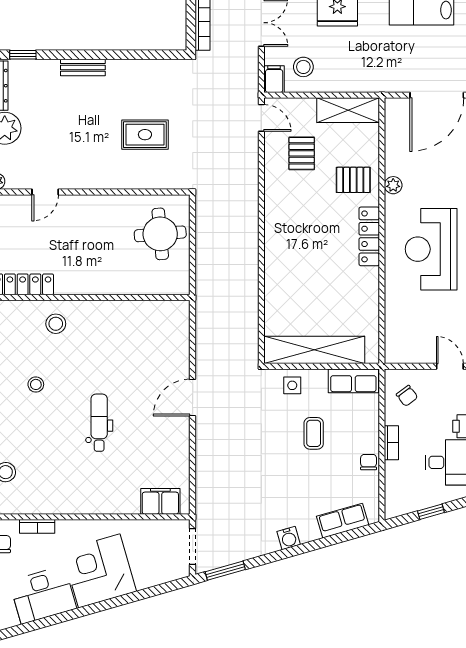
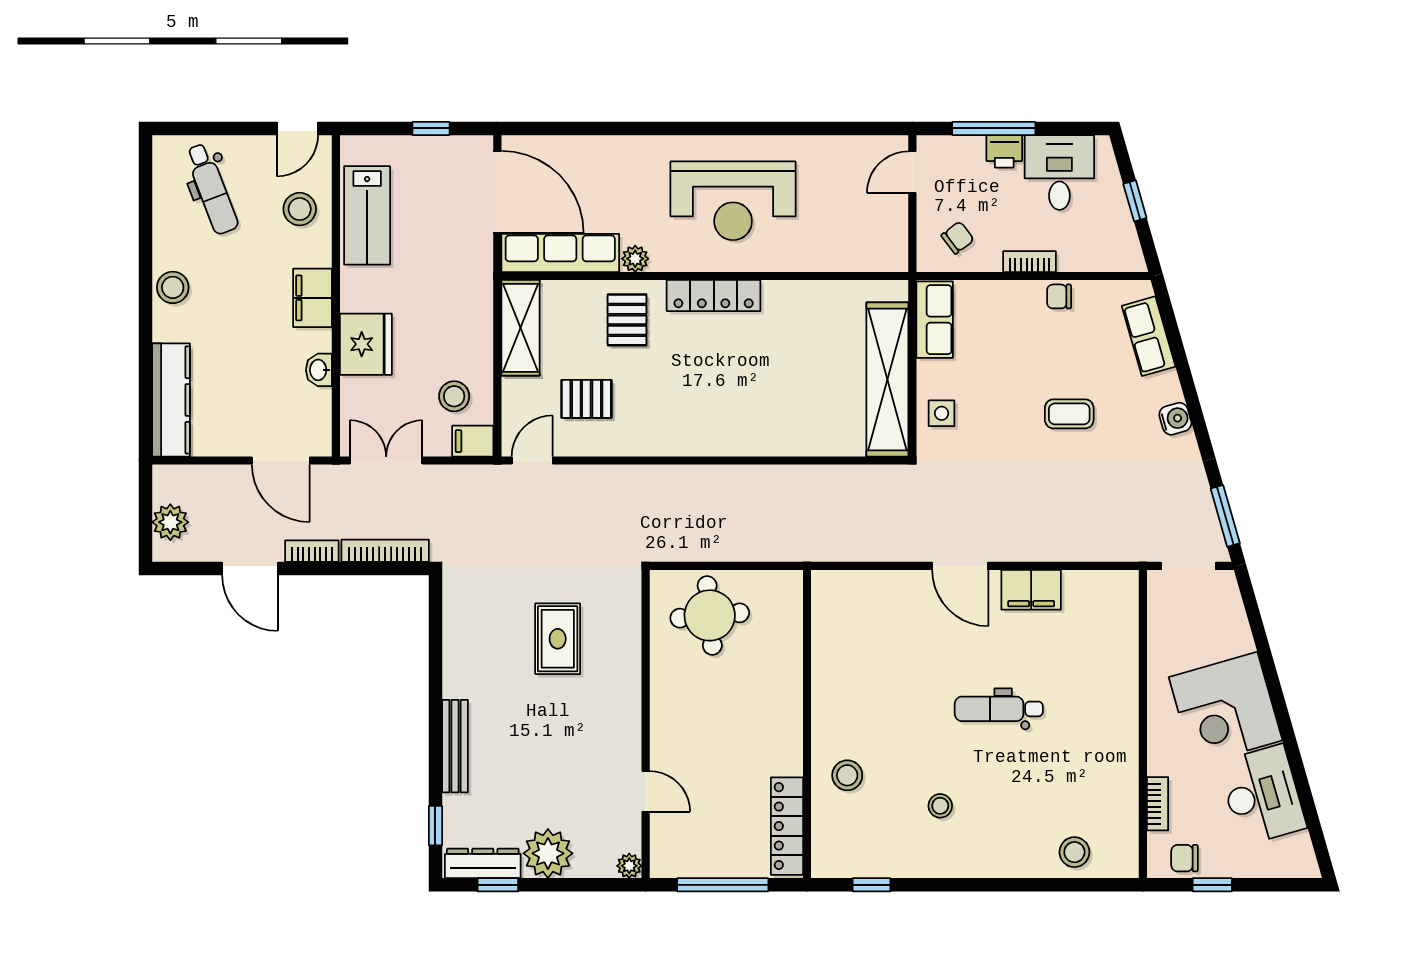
bench: (83, 67) -> (455, 746), width x1.36
row of seats: (397, 136) -> (560, 253), added
coffee table: (314, 433) -> (1069, 414), moved
filing cabinet: (160, 501) -> (1031, 590), moved, turned -90

